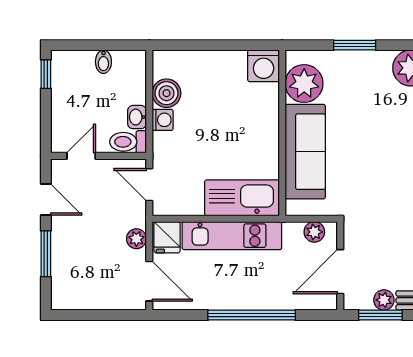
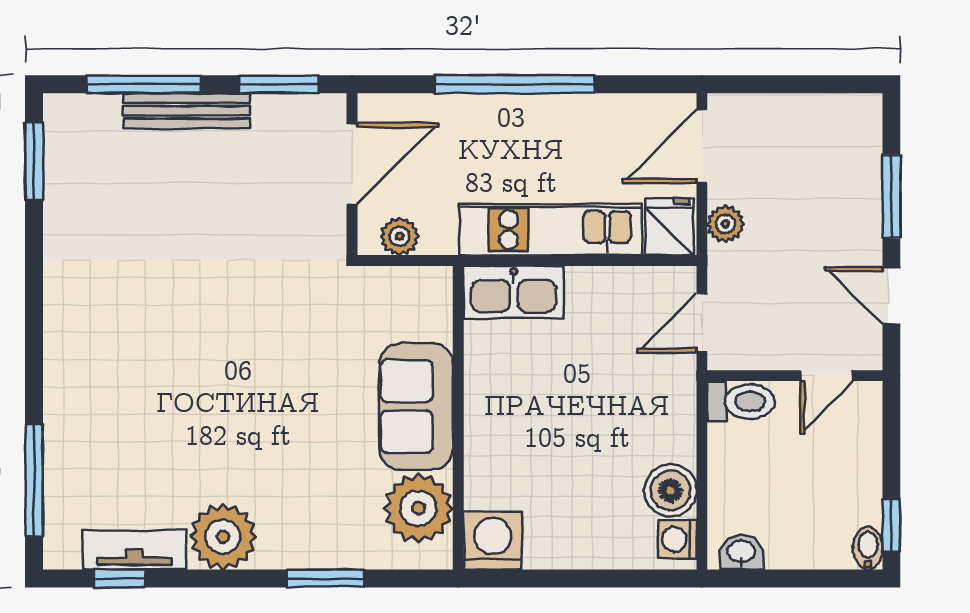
bidet: (103, 62) -> (868, 548), moved
washbasin: (137, 117) -> (741, 552), moved, turned -90
washing machine: (163, 120) -> (677, 539), moved
sofa: (305, 152) -> (416, 406), width x0.73
door: (149, 185) -> (702, 323), swing flipped
kitchen sink: (242, 198) -> (514, 292), width x0.73, depth x0.81
door: (149, 281) -> (702, 146), hinge flipped
plant: (384, 300) -> (272, 112), removed

